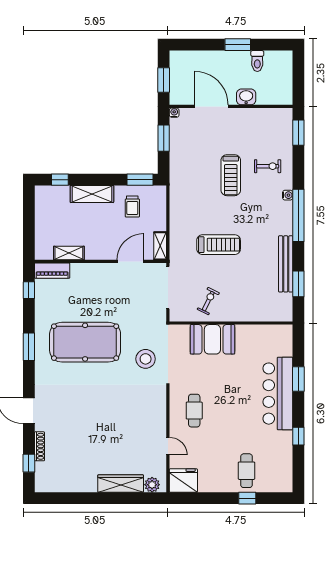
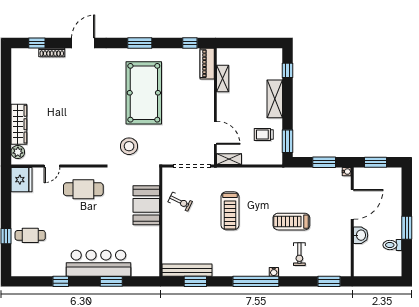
bench: (286, 264) -> (187, 270), moved
cafe table: (194, 411) -> (83, 189), width x1.37, depth x1.35

